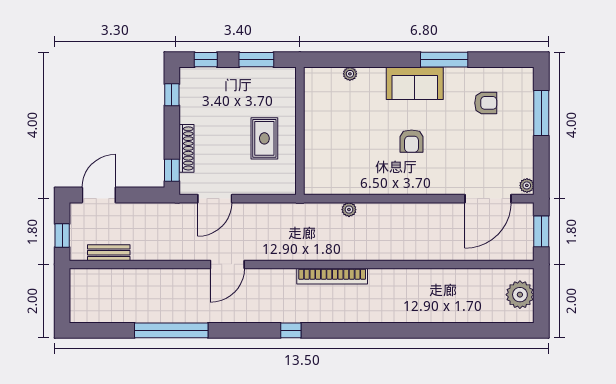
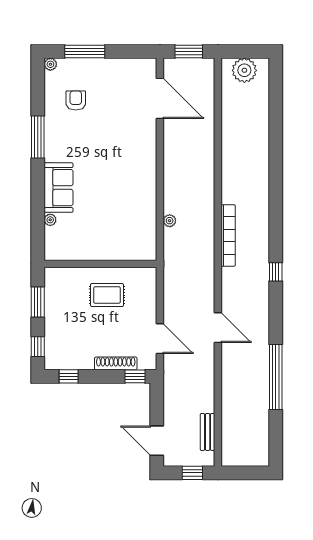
sofa: (415, 83) -> (59, 188), moved
armchair: (412, 141) -> (109, 166), removed
plant: (527, 185) -> (50, 64), moved

